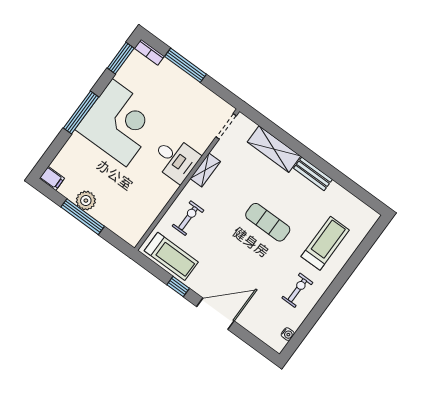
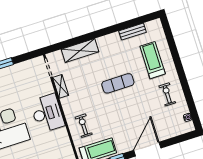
desk: (176, 159) -> (47, 113), width x1.37
shelving: (205, 170) -> (61, 86), moved
bench: (313, 174) -> (132, 32), moved

